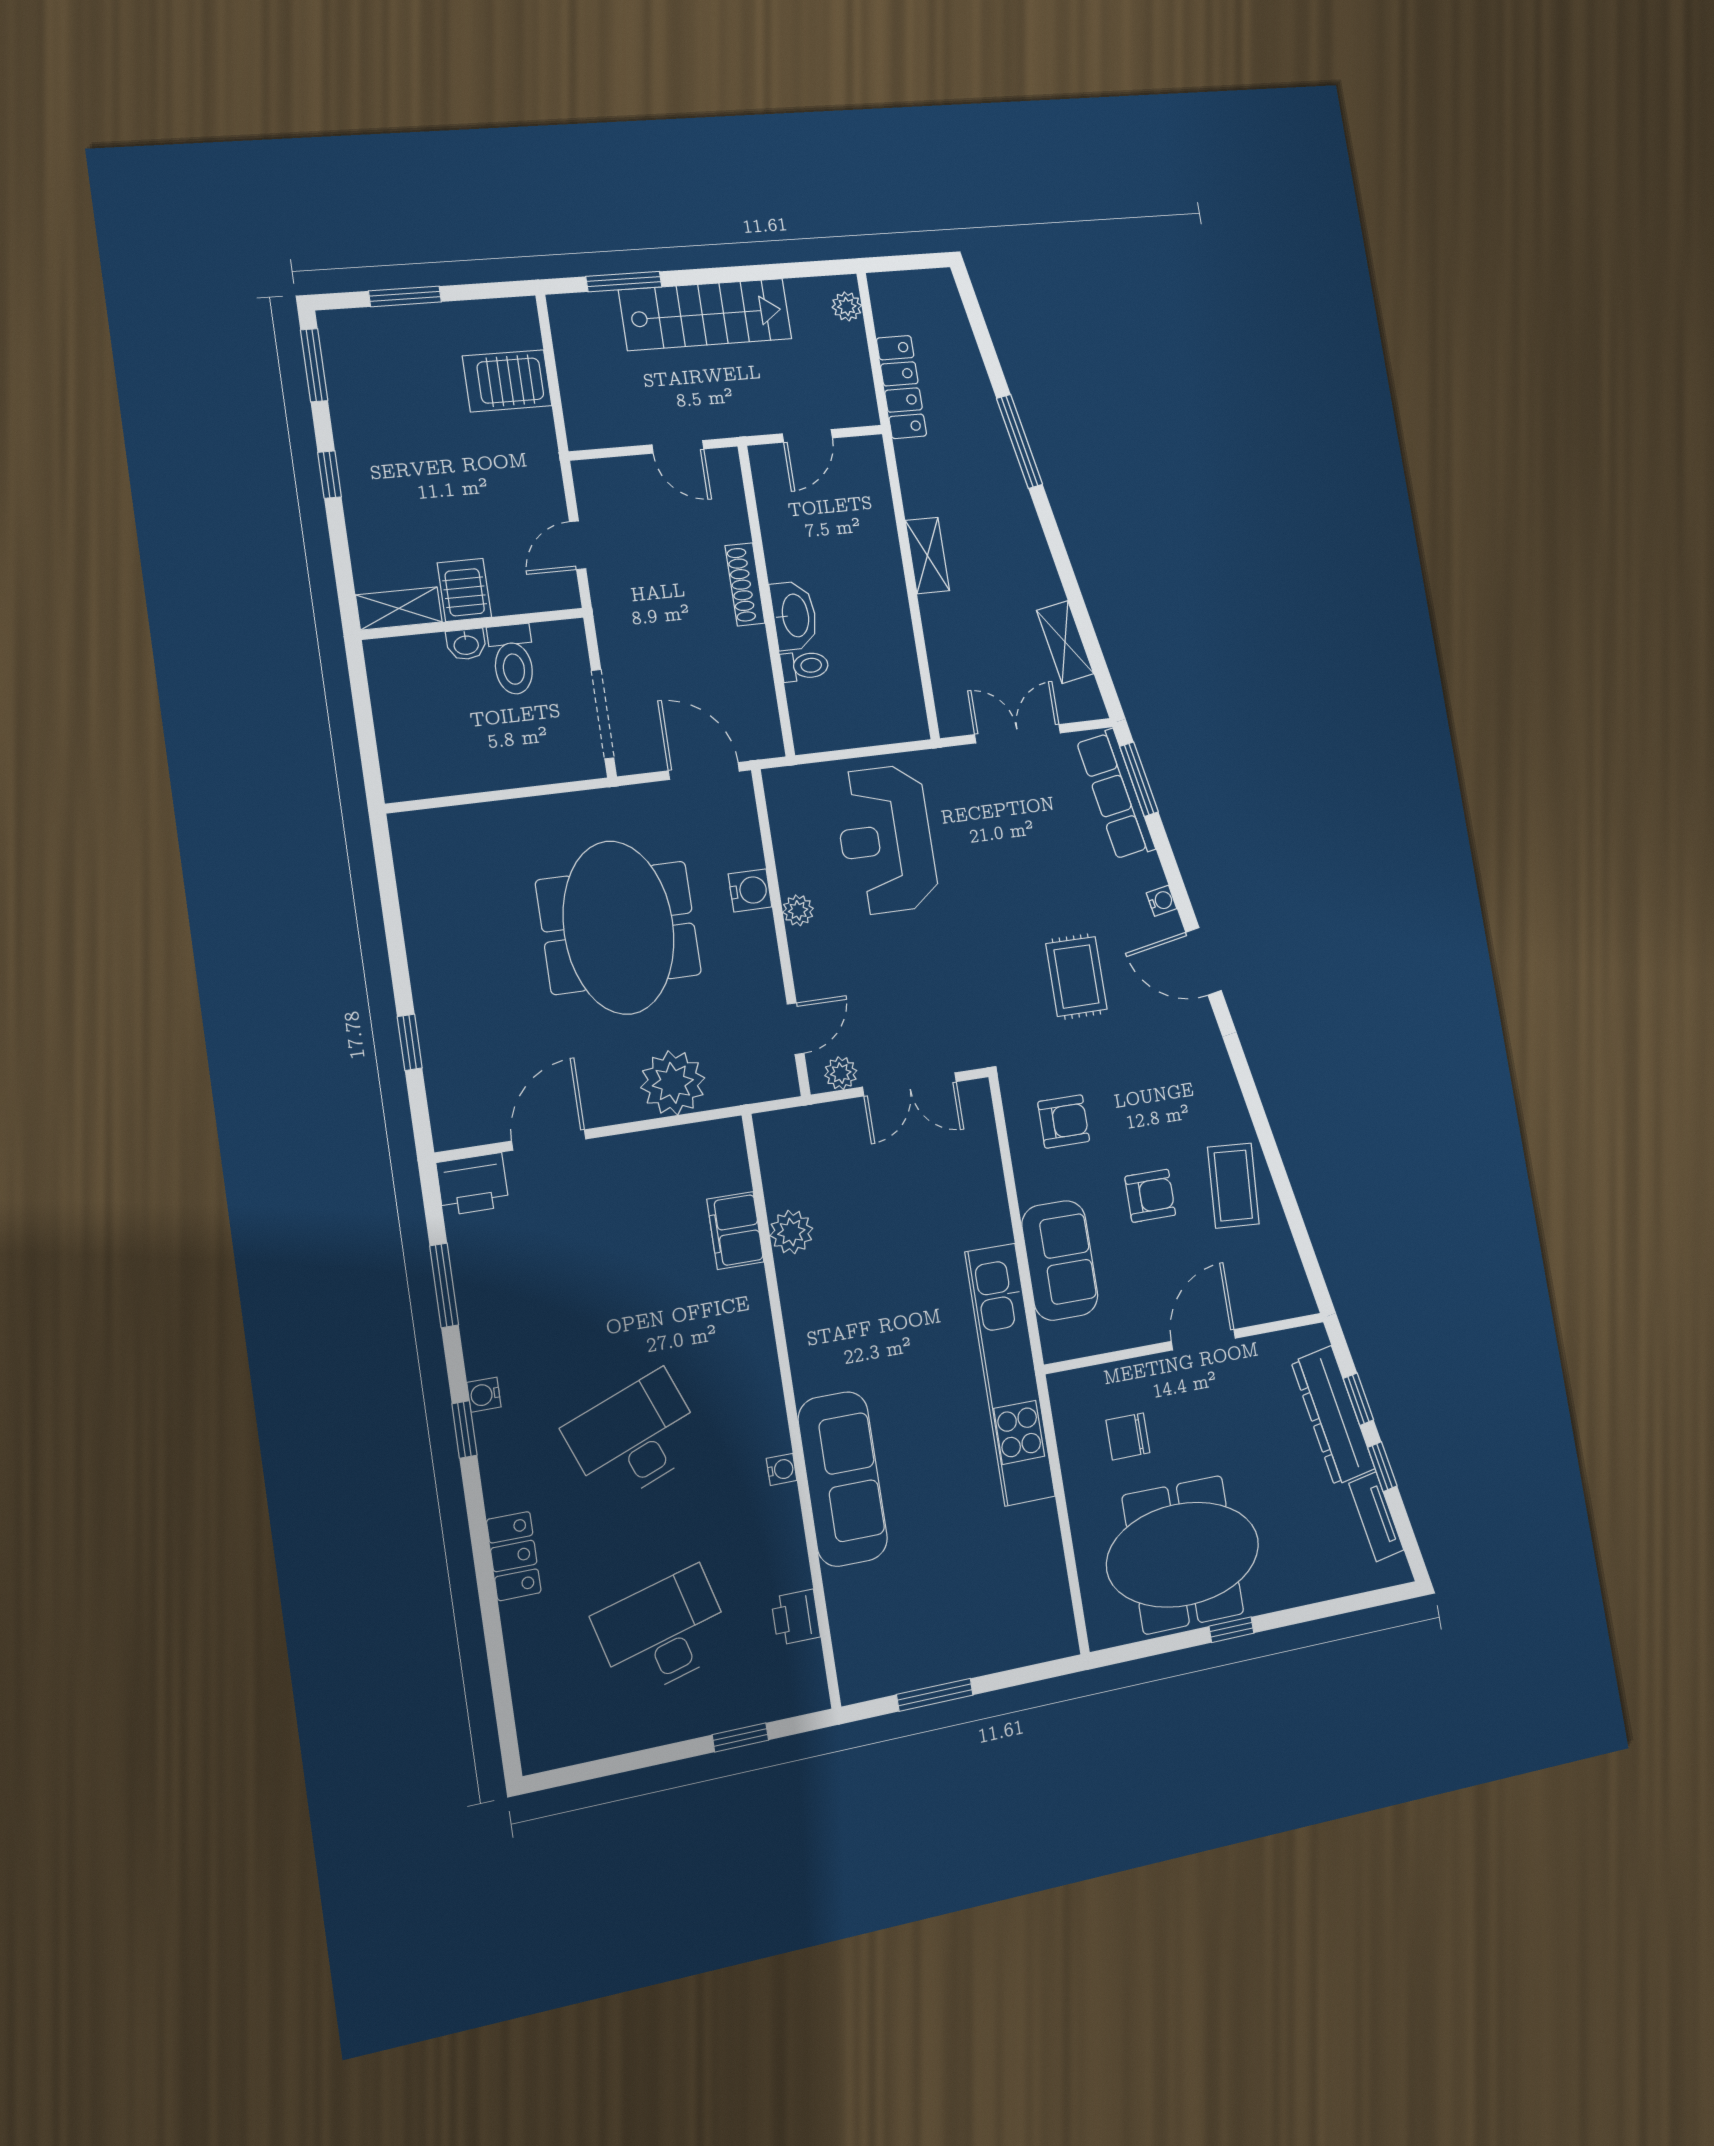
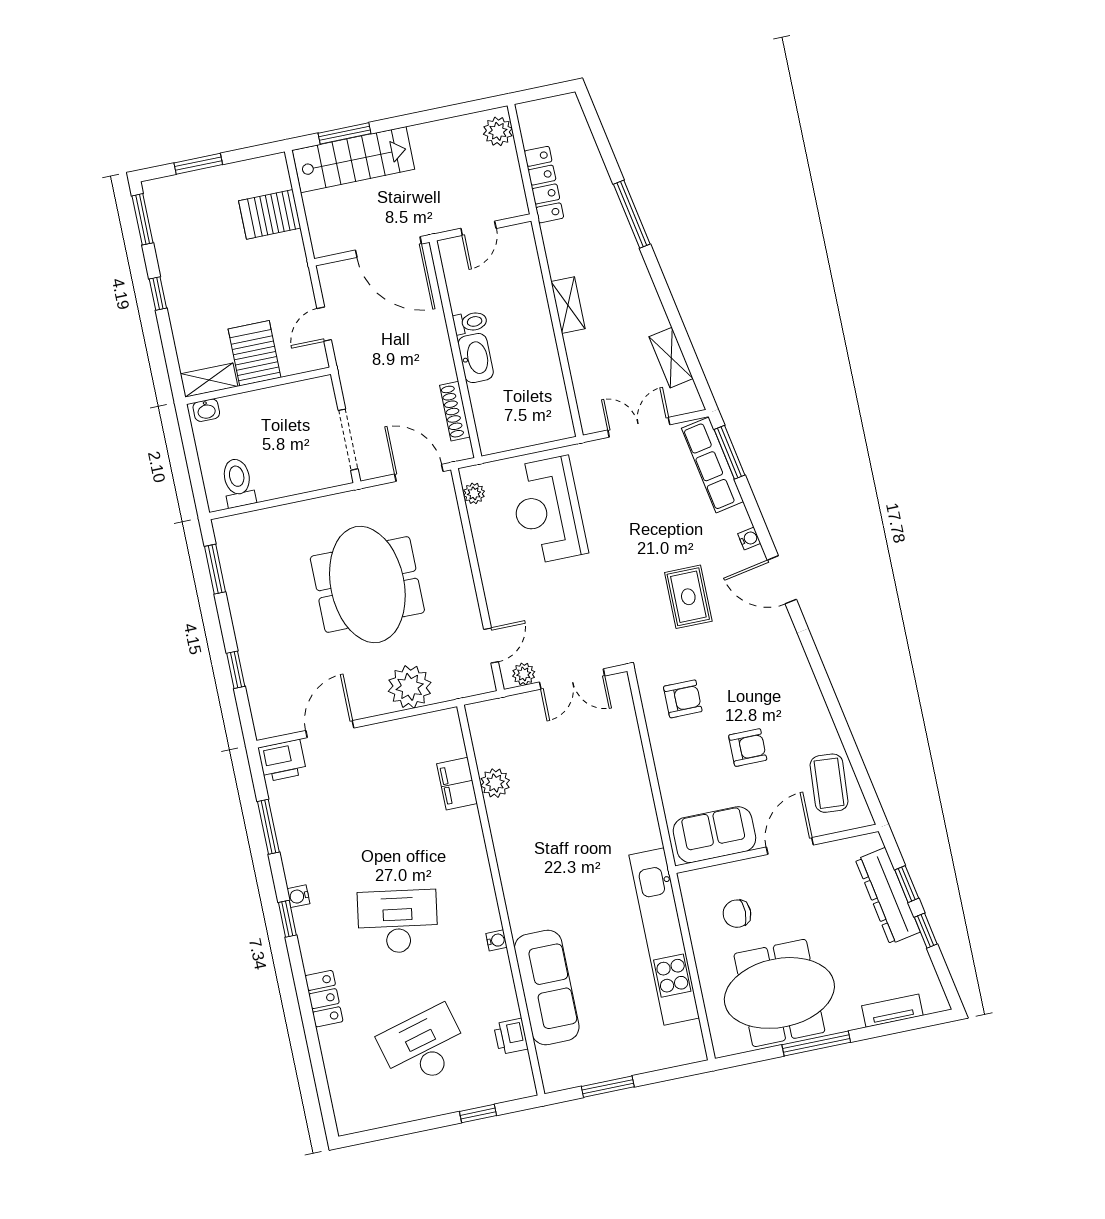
plant: (847, 306) -> (498, 131), width x1.38, depth x1.38
stairs: (706, 314) -> (353, 160), moved
door: (678, 447) -> (388, 247), width x1.87
shoe rack: (745, 584) -> (455, 411), moved
server rack: (464, 590) -> (255, 353), width x1.36, depth x1.44
washbasin: (466, 644) -> (206, 410), moved
toilet: (513, 659) -> (238, 483), moved, turned 180
toilet: (805, 666) -> (470, 322), moved
window: (388, 888) -> (215, 569), added
water cooler: (750, 890) -> (455, 553), removed
plant: (798, 910) -> (474, 493), moved
coffee table: (1233, 1186) -> (829, 783), moved
sofa: (1060, 1260) -> (714, 835), moved, turned -90
kitchen unit: (1010, 1374) -> (664, 936), moved
desk: (635, 1437) -> (398, 921), turned 30
sofa: (843, 1479) -> (547, 987), moved
tv unit: (1376, 1517) -> (892, 1011), moved, turned 101
window: (1231, 1630) -> (816, 1043), width x2.17

